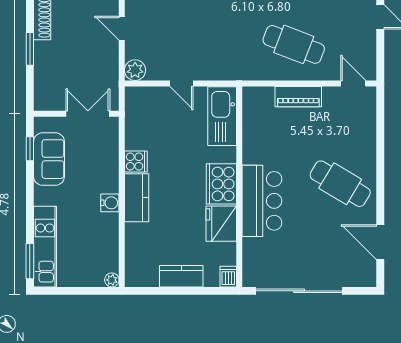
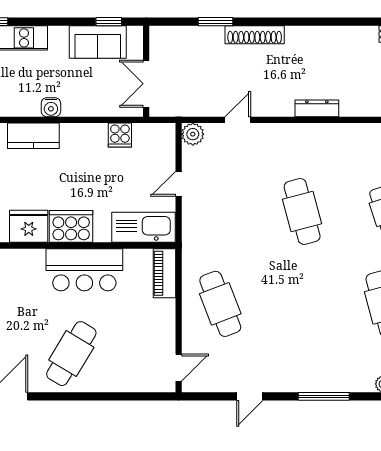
cafe table: (294, 44) -> (220, 304), turned -42
piano: (298, 97) -> (164, 273), moved
double door: (88, 114) -> (146, 84), swing flipped
cooker: (136, 162) -> (120, 135), moved
kitchen counter: (137, 198) -> (33, 136), moved
bar counter: (262, 201) -> (84, 270), moved

